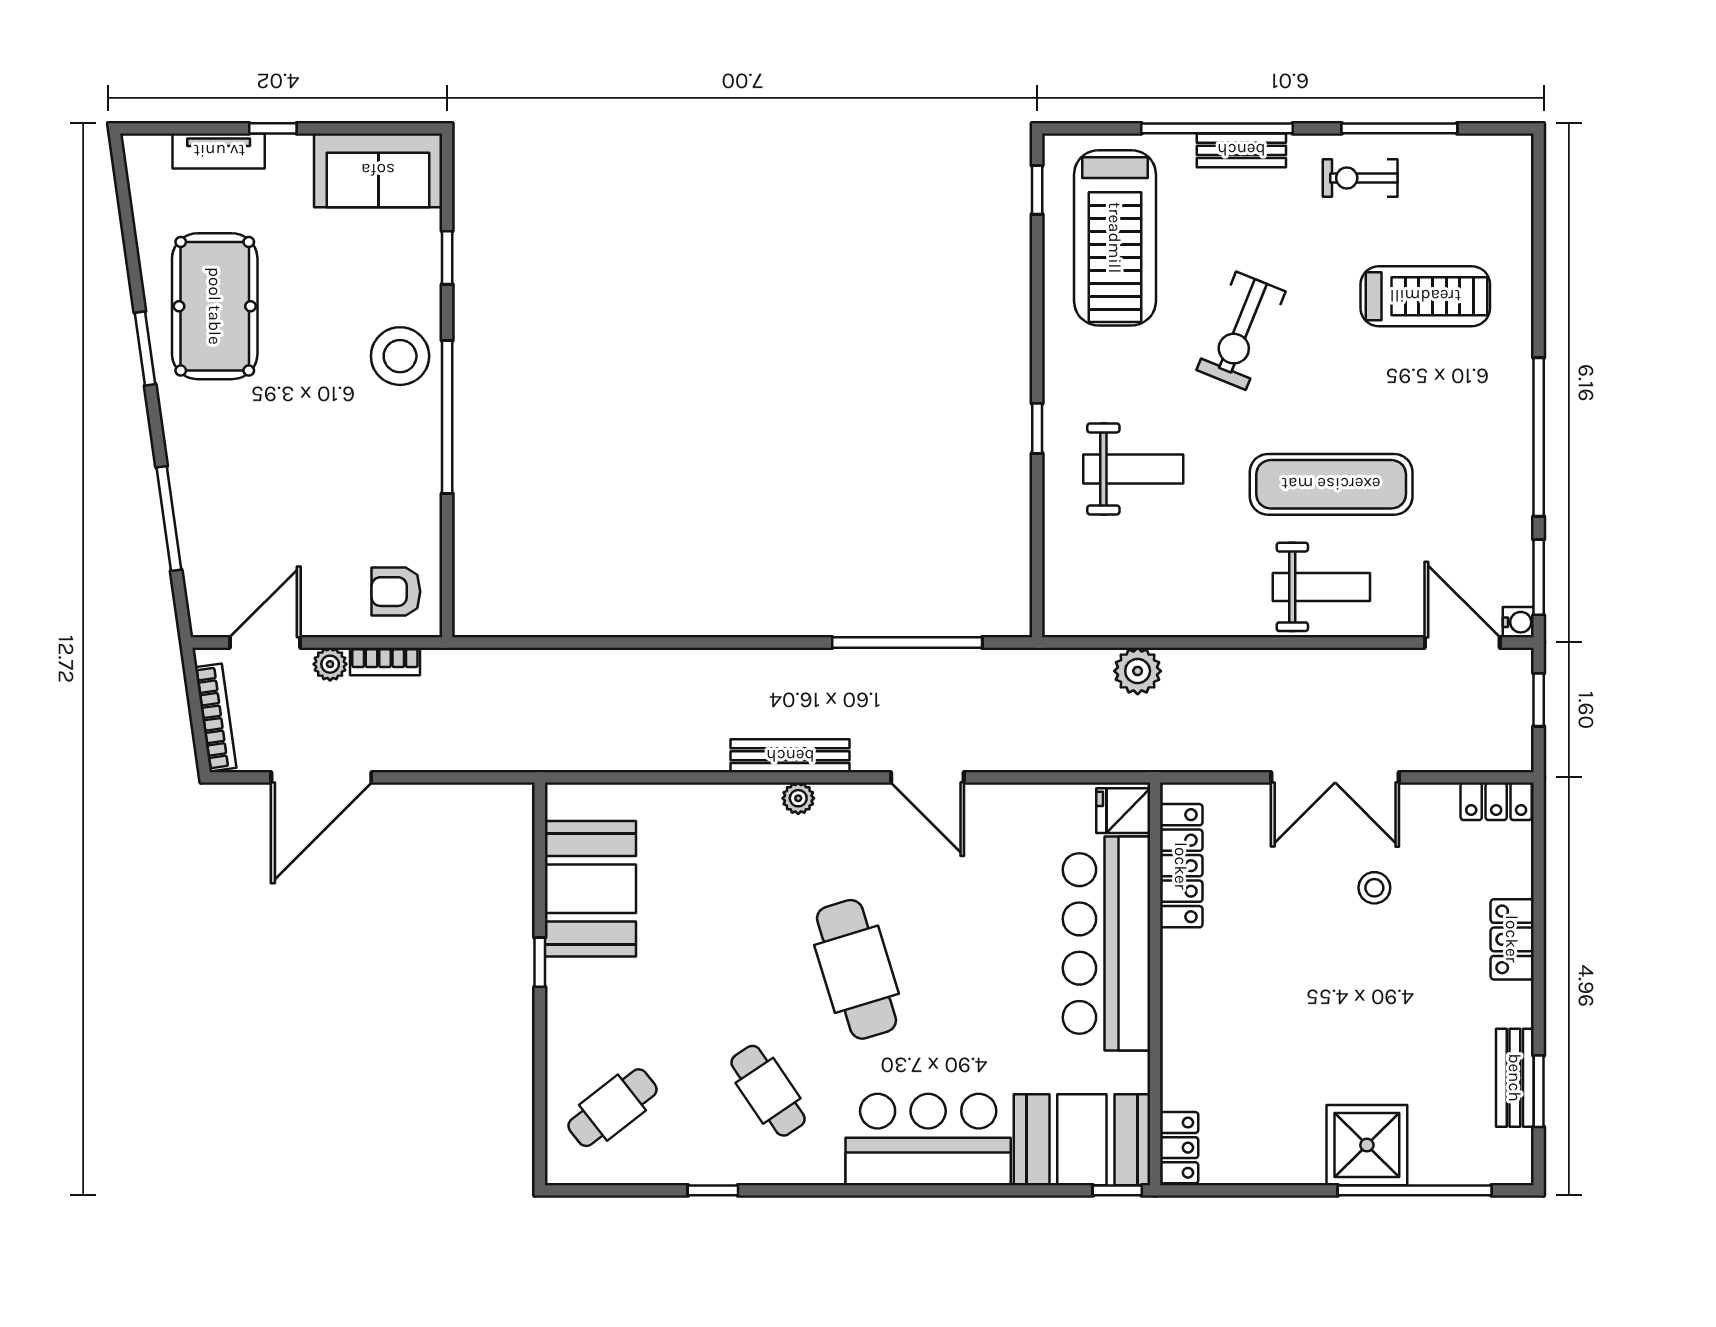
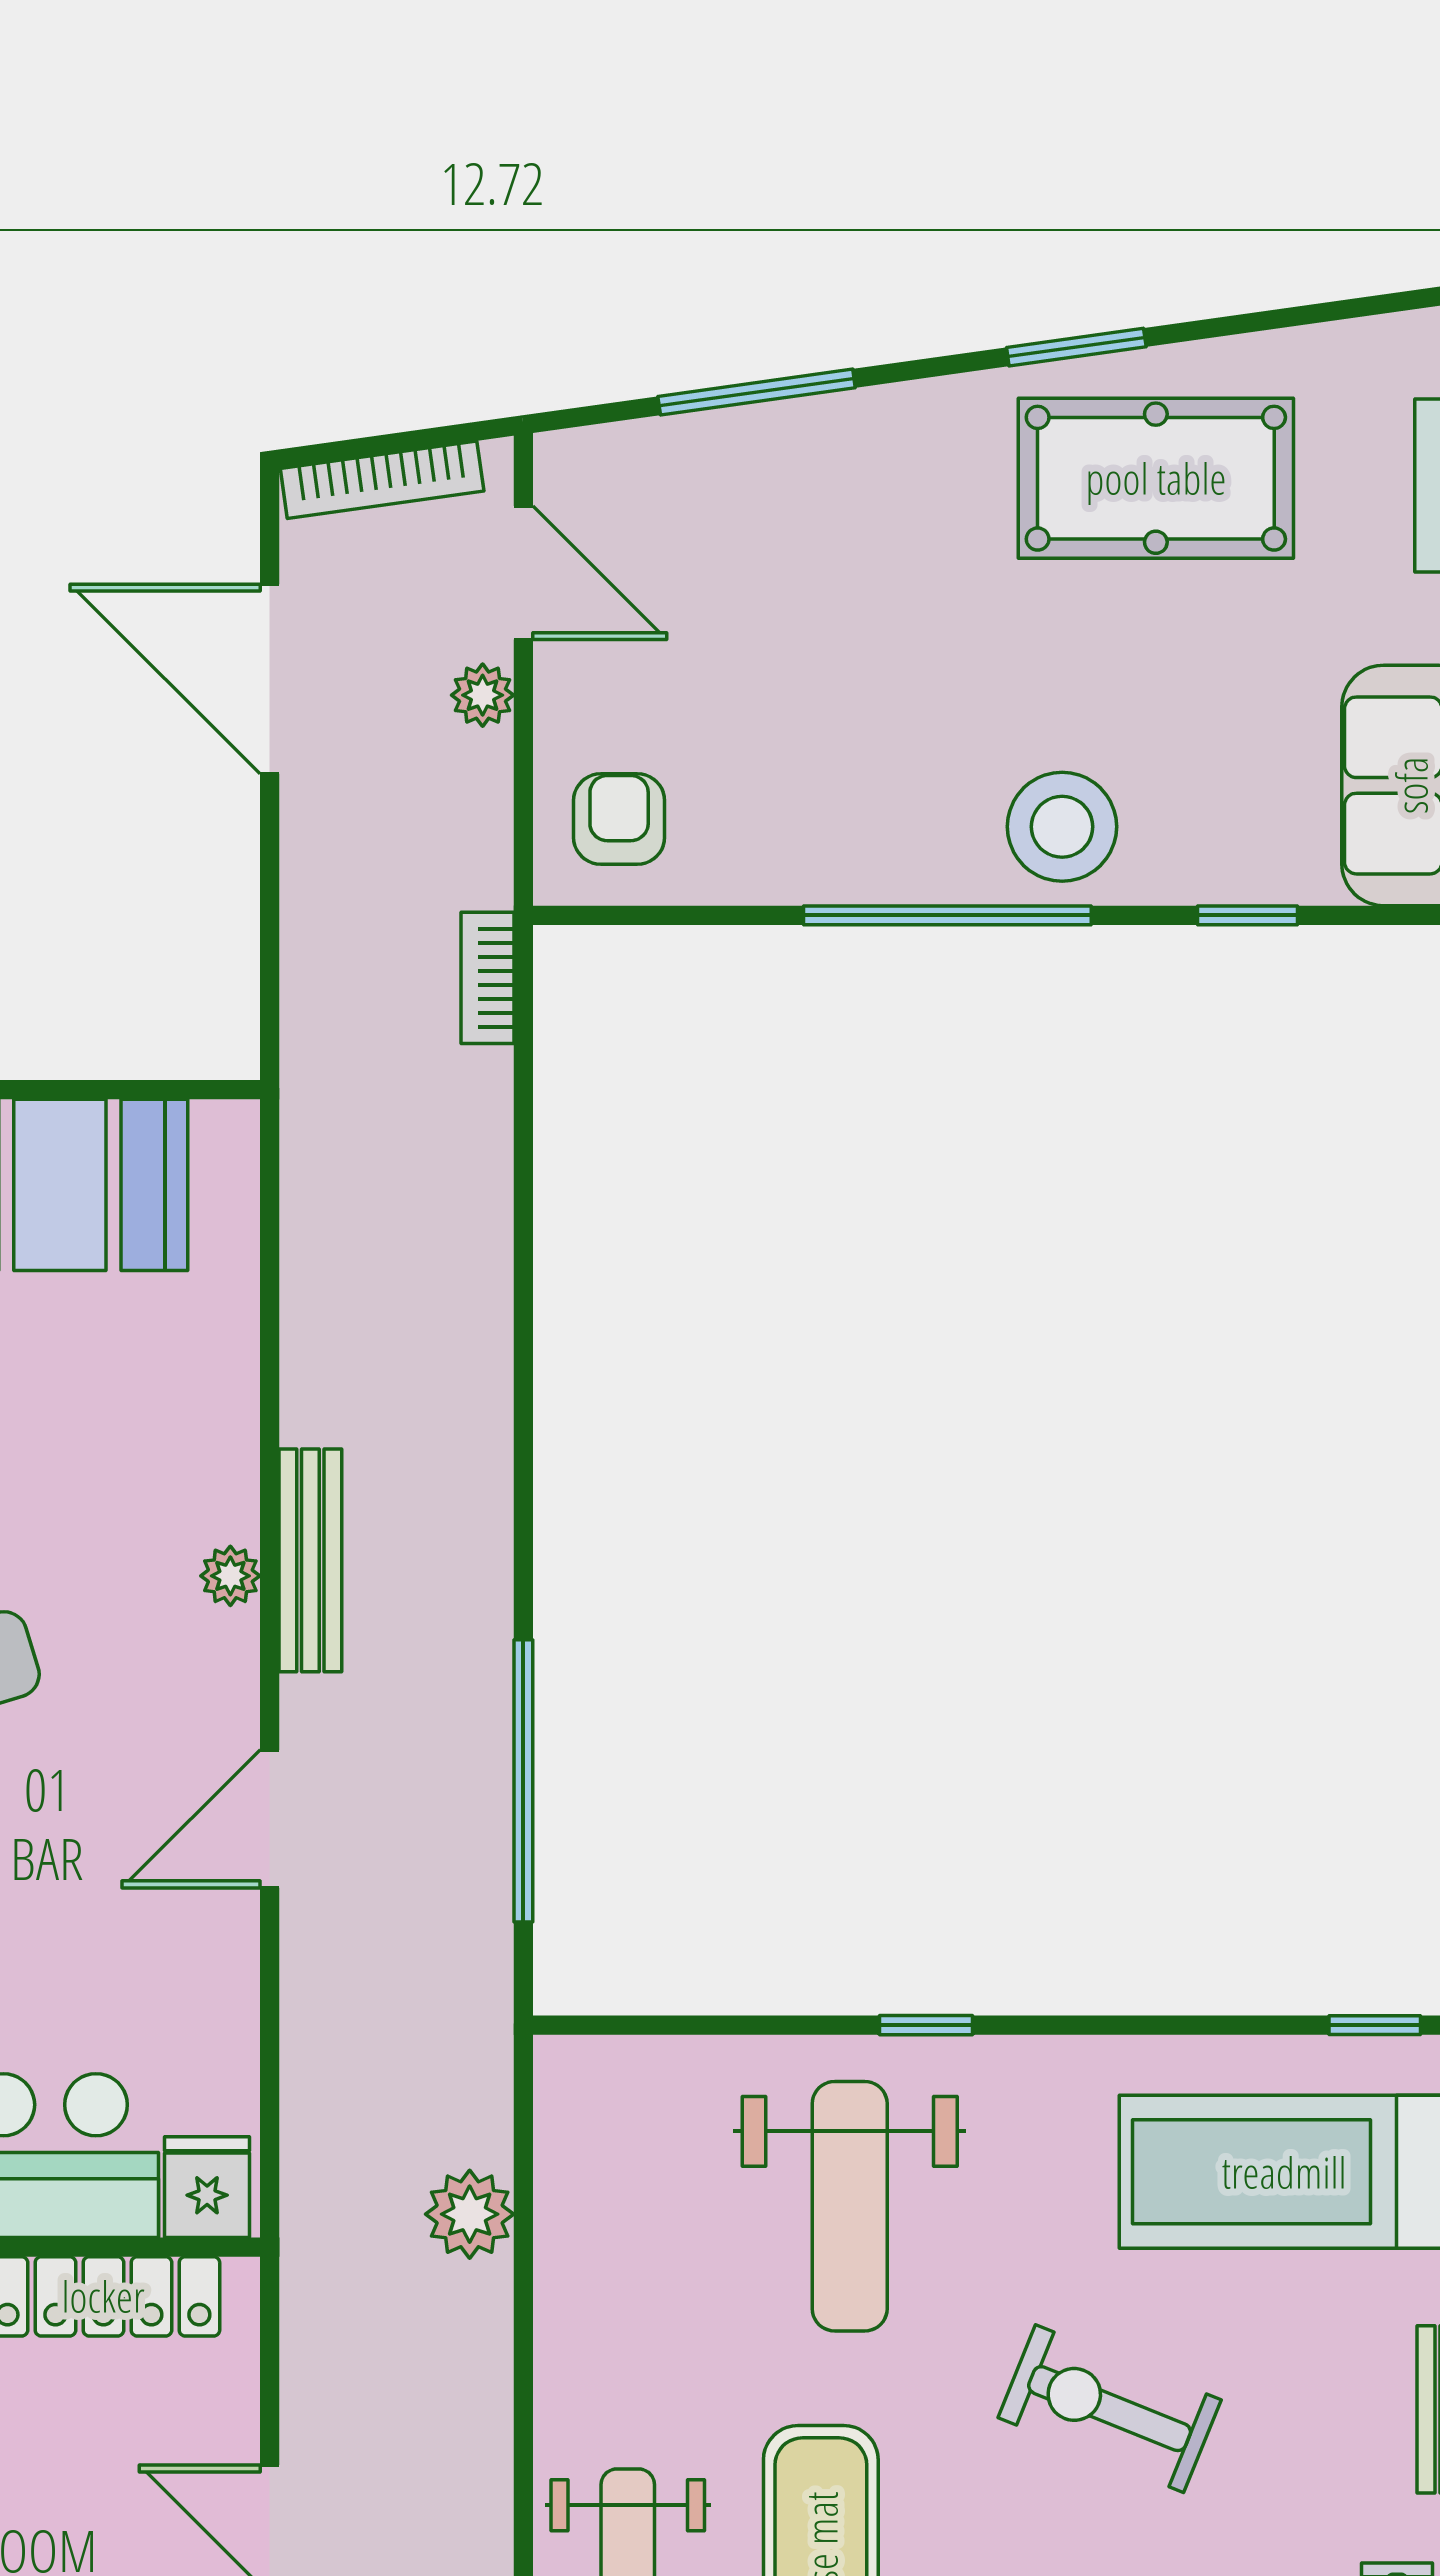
weight bench: (1133, 469) -> (850, 2206), width x1.36, depth x1.33
bookcase: (385, 662) -> (487, 978), moved

